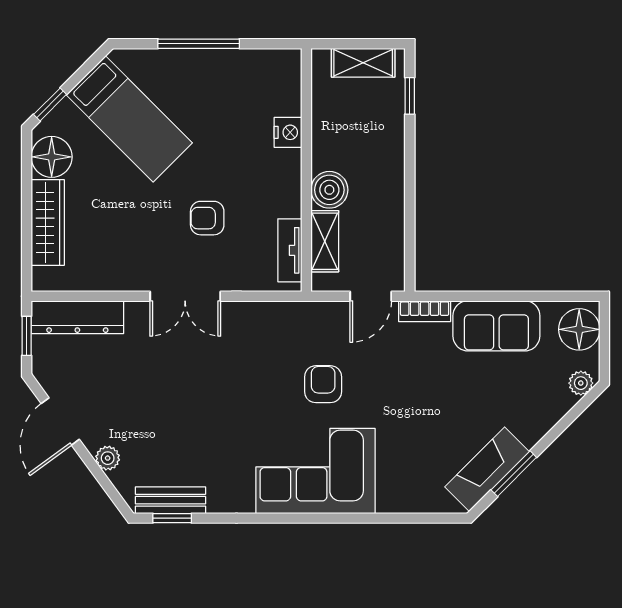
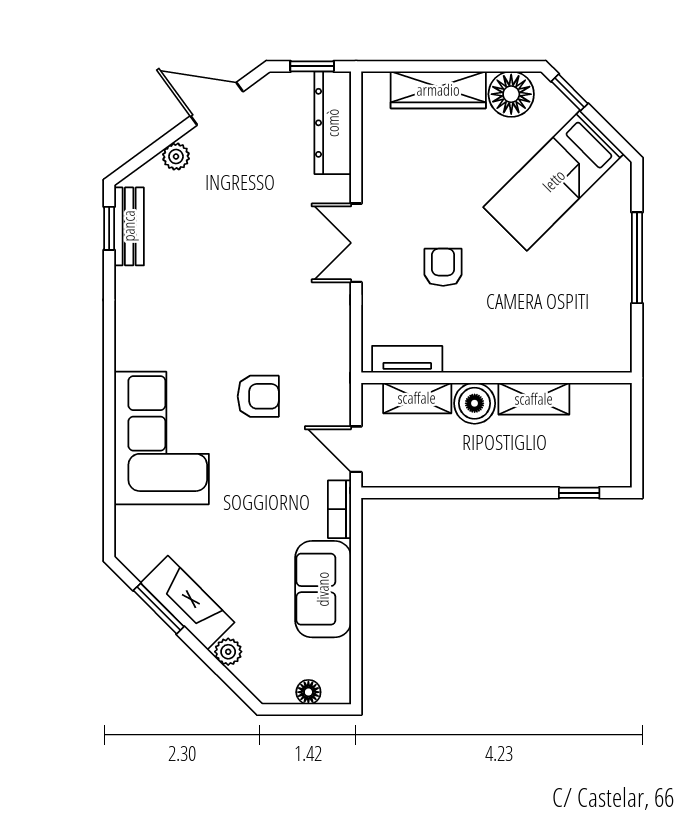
shelving: (363, 63) -> (534, 399), moved, turned 90
nightstand: (288, 132) -> (538, 357), removed
floor lamp: (579, 329) -> (308, 692), width x0.53, depth x0.53
plant: (581, 383) -> (228, 652), moved
fireplace: (487, 469) -> (187, 603), moved
corner sofa: (316, 471) -> (162, 438), moved

